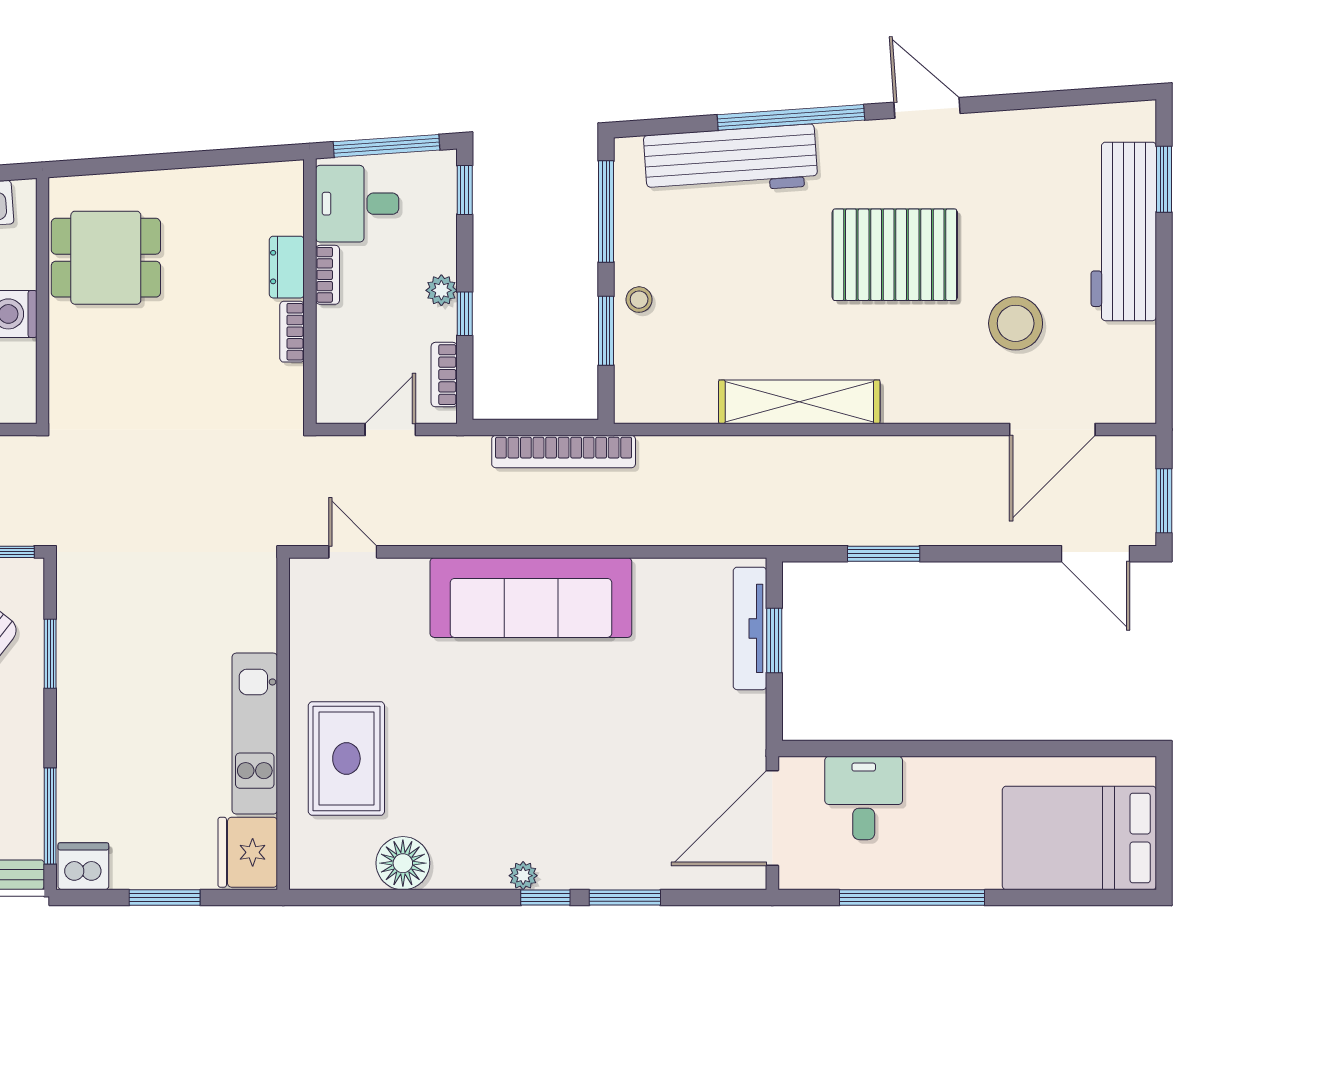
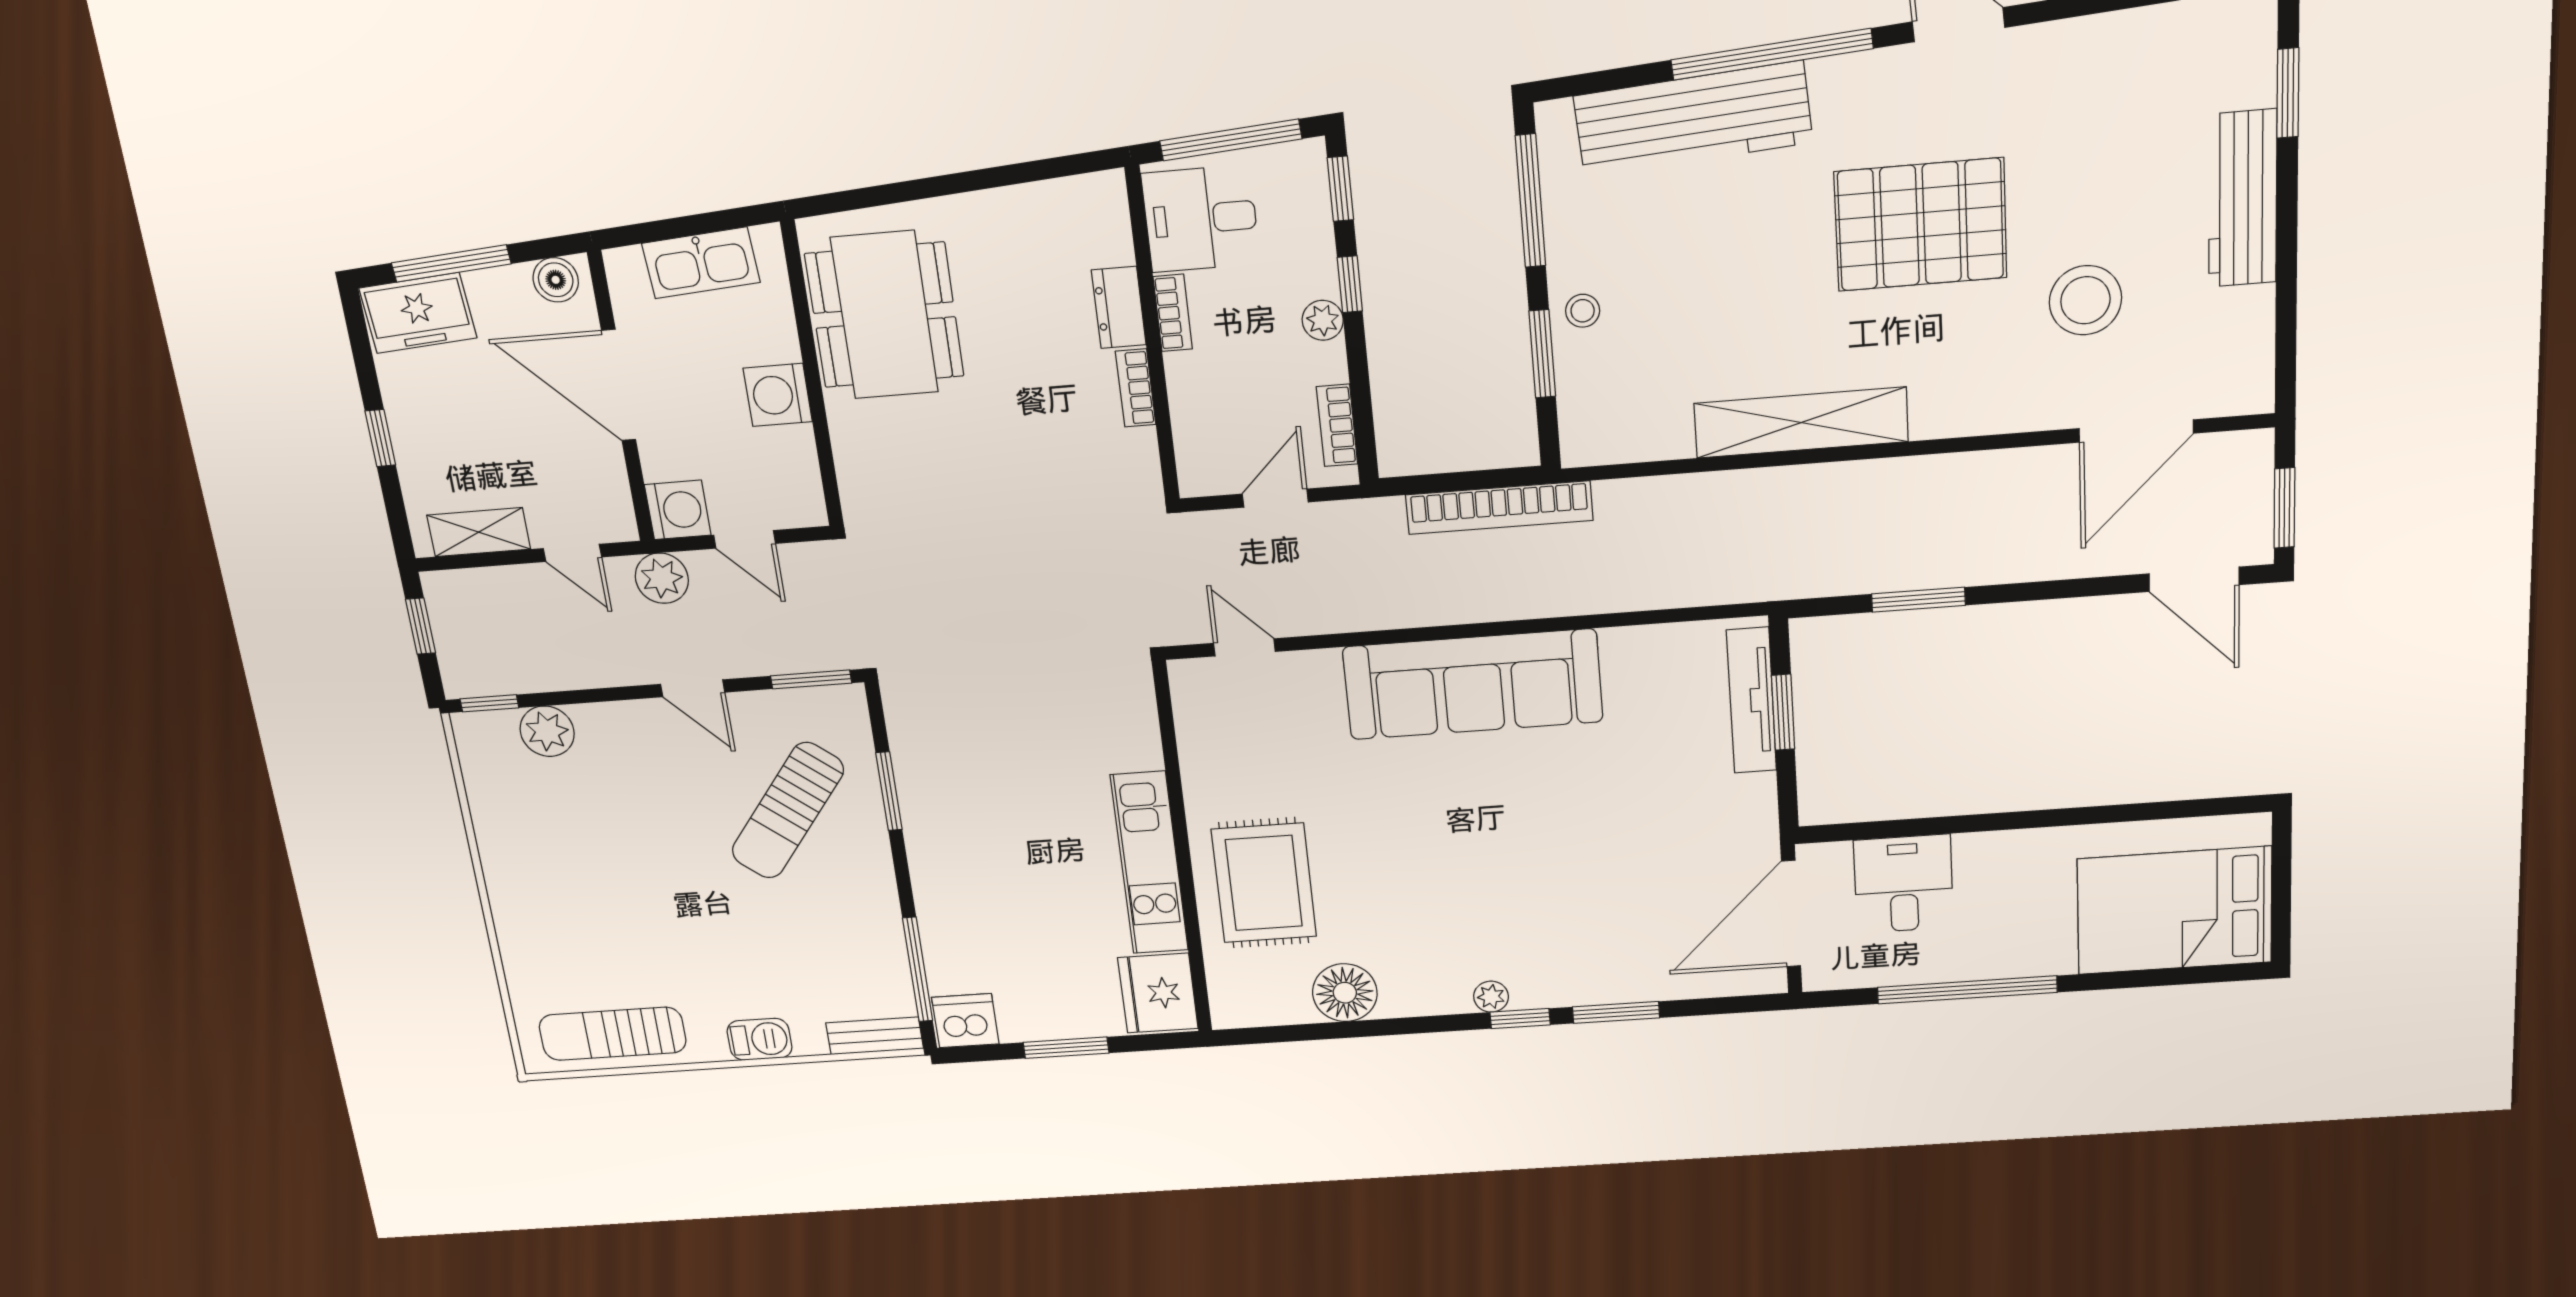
workbench: (1124, 231) -> (2243, 199), width x0.73, depth x0.76
dining table: (106, 258) -> (884, 315), width x1.38
window: (465, 314) -> (1350, 284), moved

